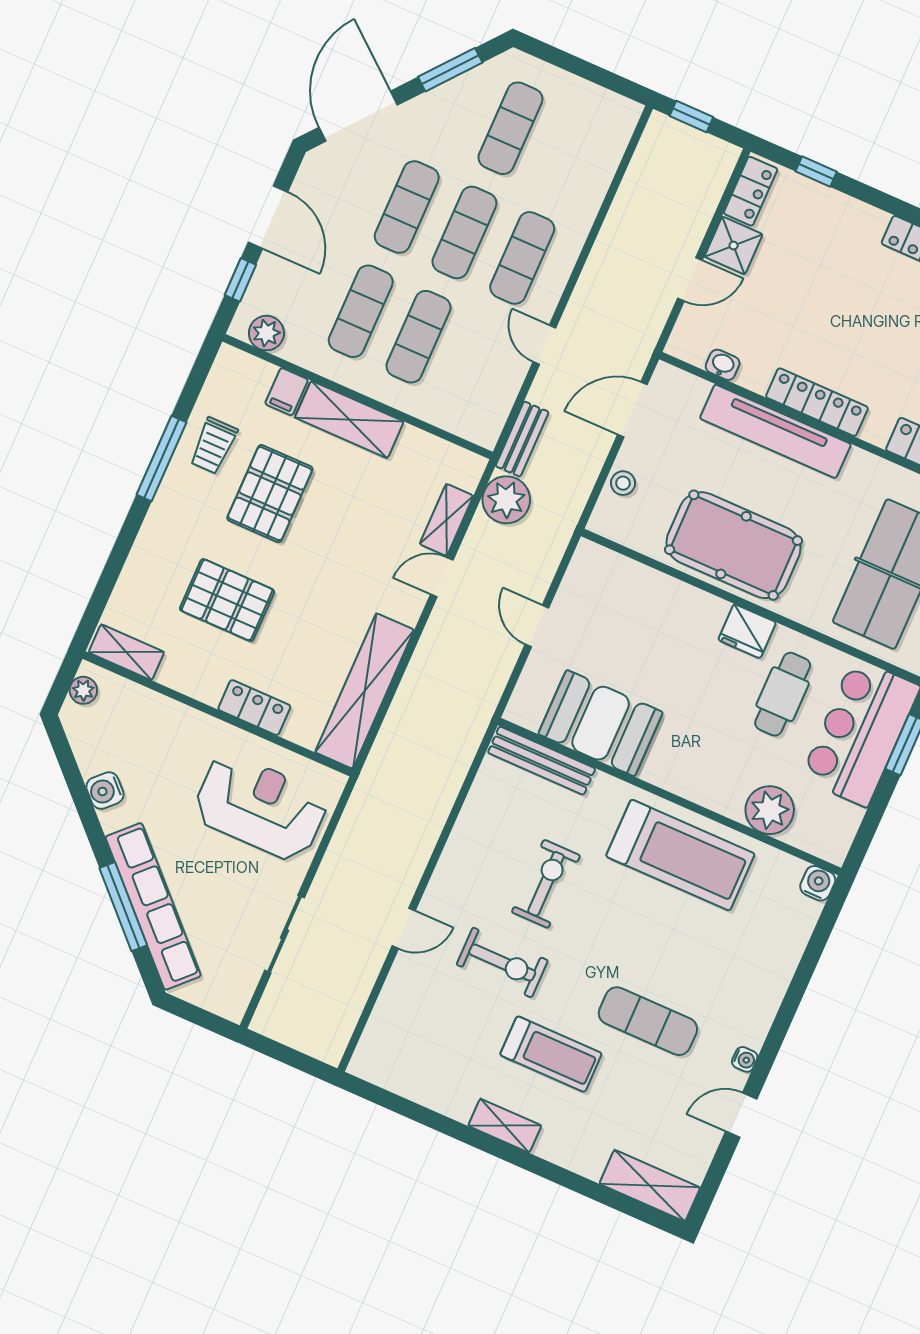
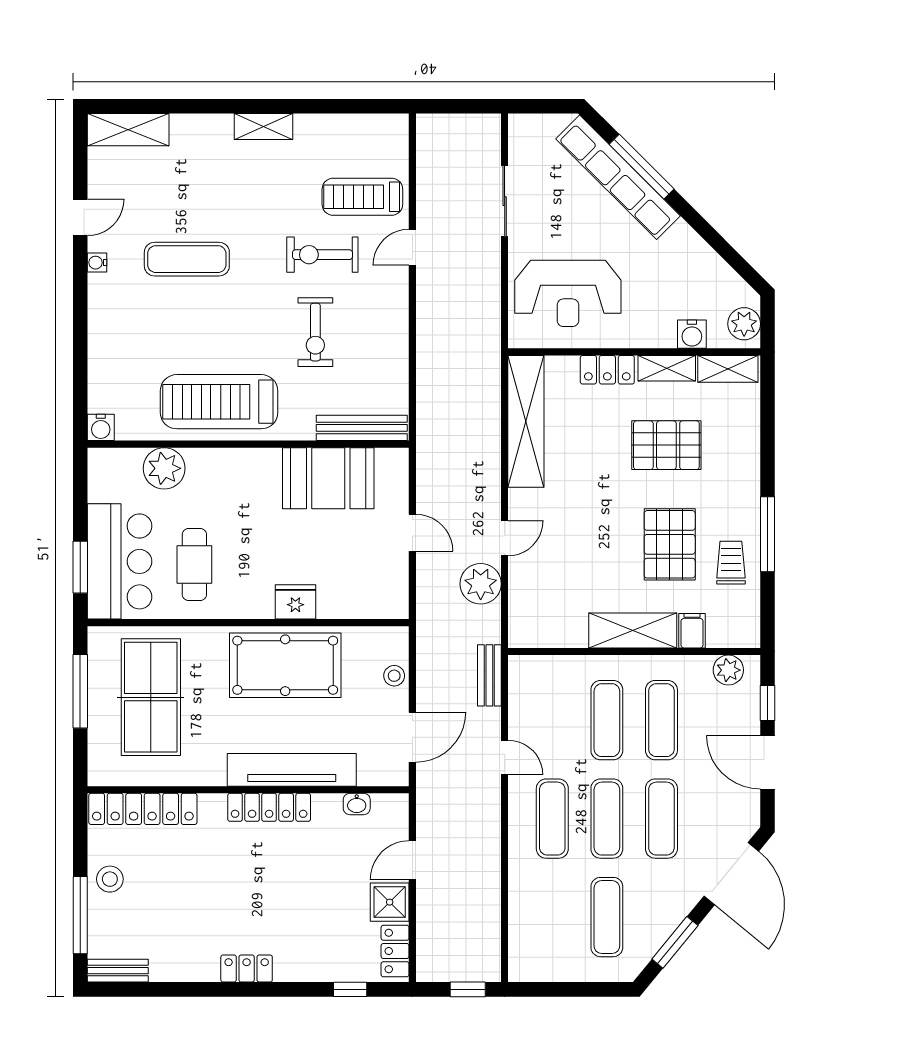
plant: (506, 500) -> (481, 584), moved
shelving: (446, 520) -> (667, 368), moved, turned 90
fridge: (747, 631) -> (295, 602), moved
plant: (83, 690) -> (744, 324), width x1.38, depth x1.38
water cooler: (105, 791) -> (692, 334), moved, turned 135
treadmill: (551, 1054) -> (362, 197), moved

